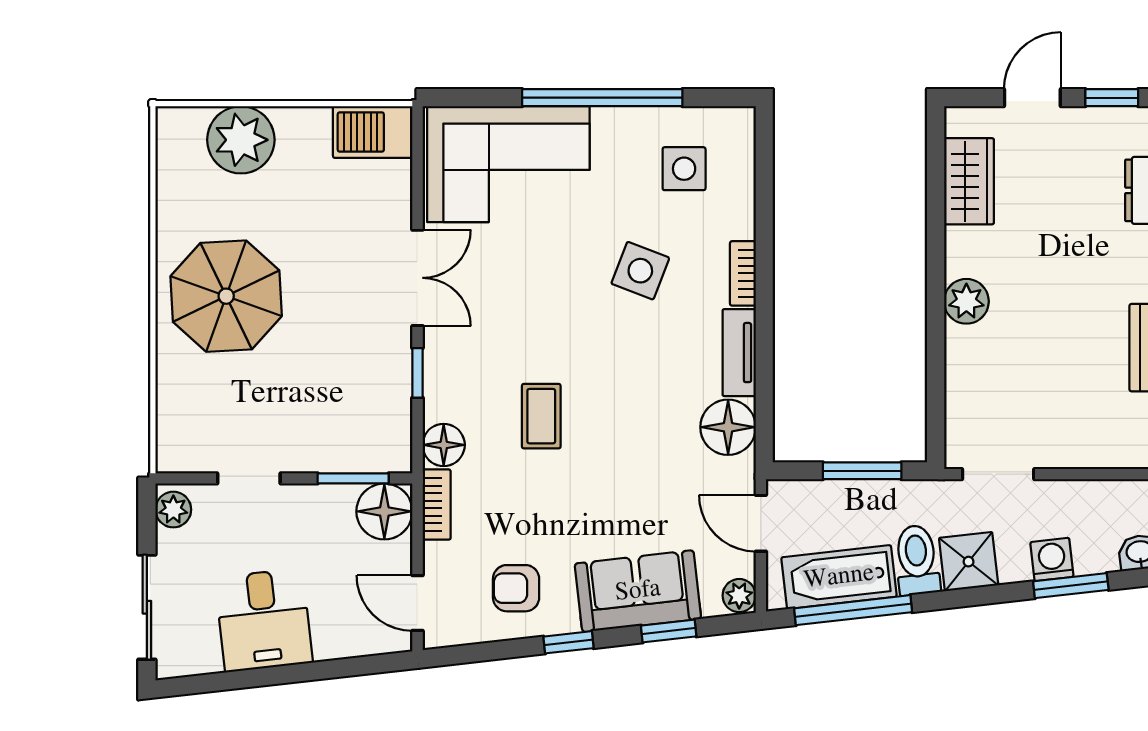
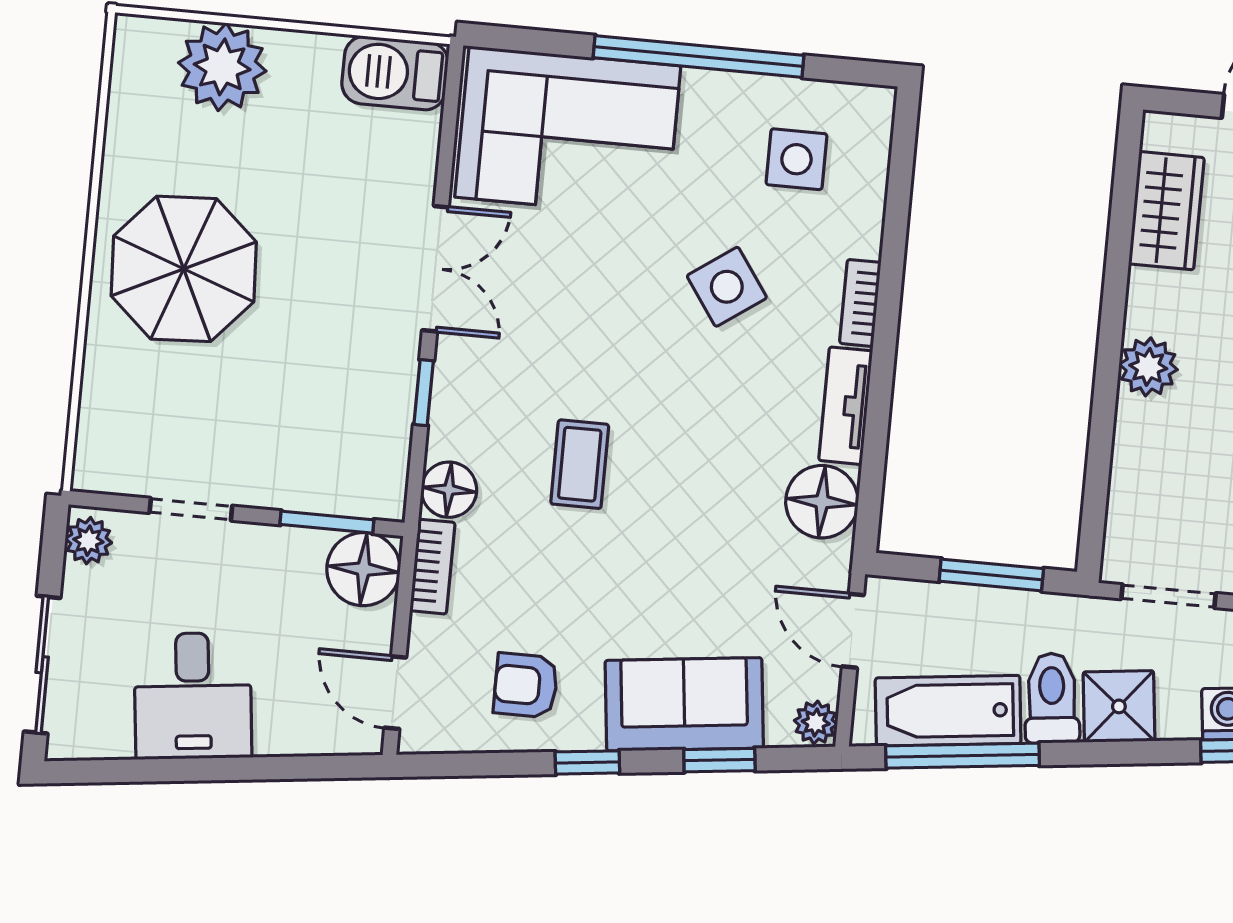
side table: (640, 271) -> (727, 287), turned 34

